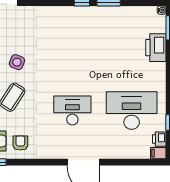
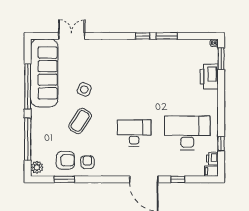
window: (121, 162) -> (178, 179), added

